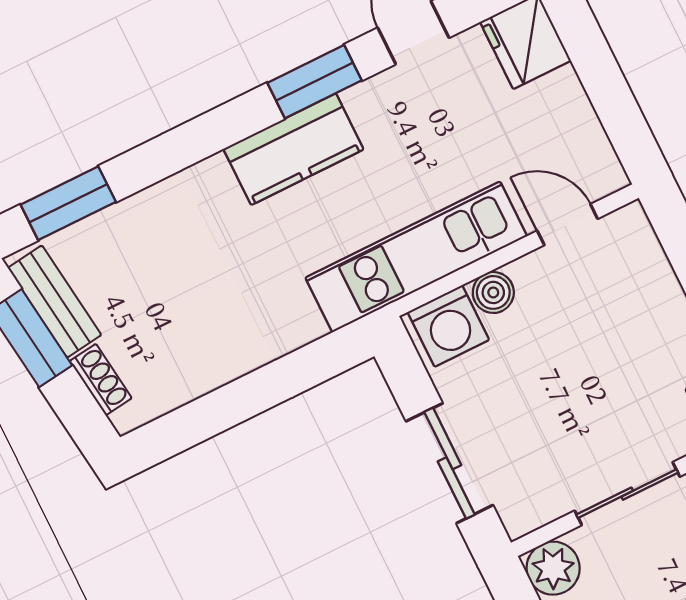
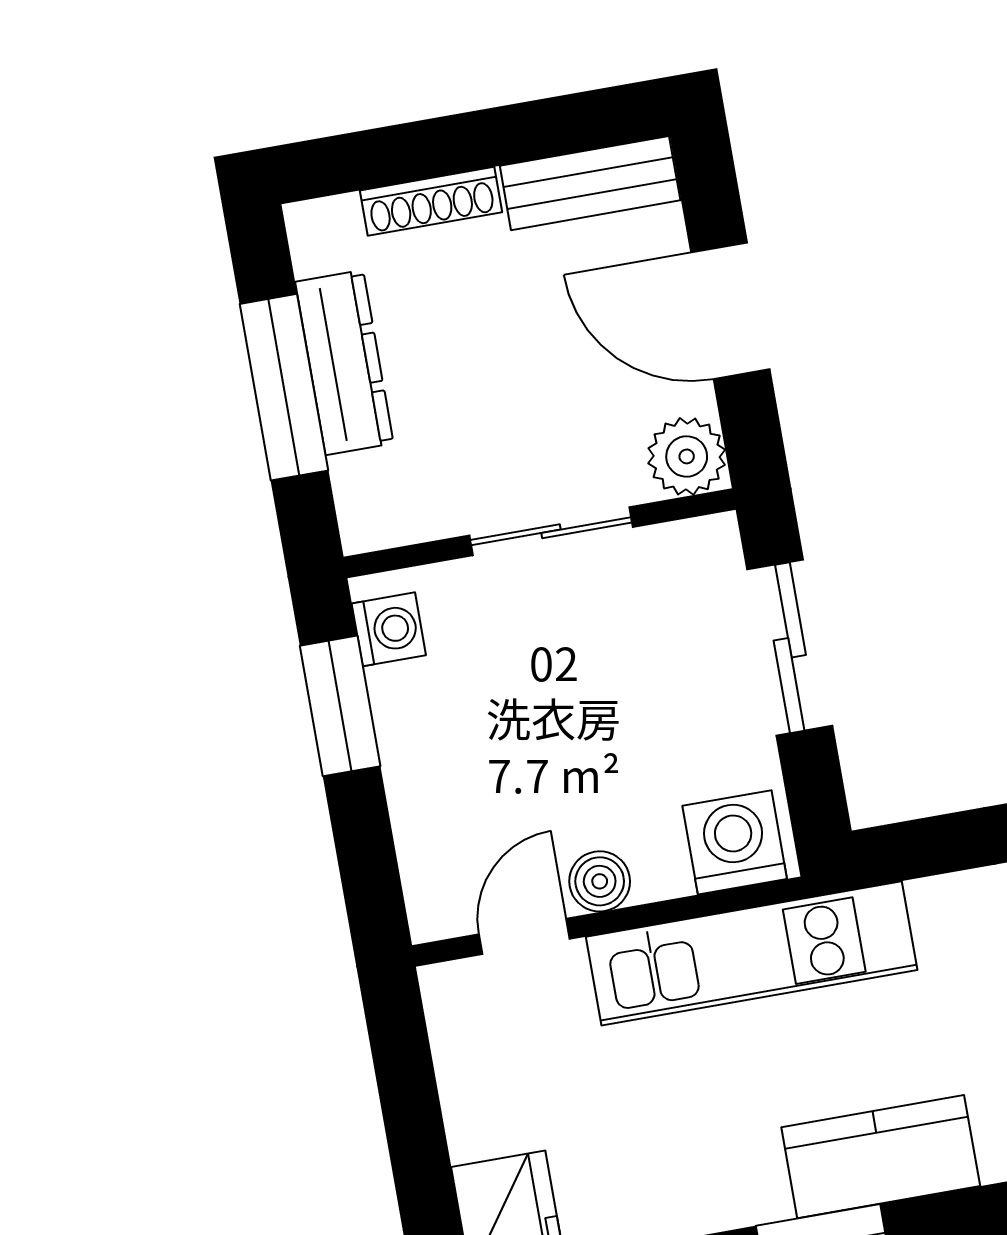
door: (567, 225) -> (524, 936), swing flipped
boiler: (493, 292) -> (600, 881), moved

